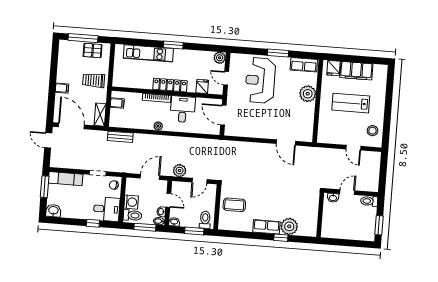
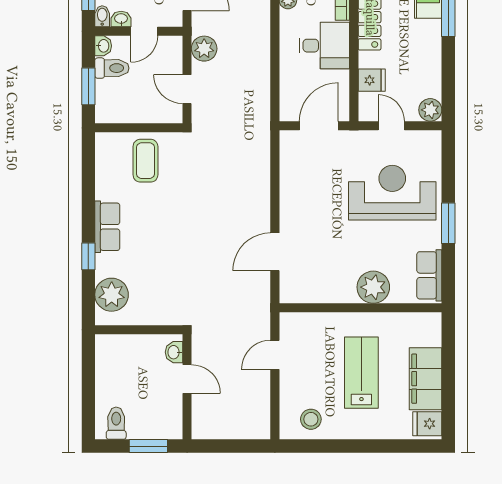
fridge: (333, 68) -> (427, 424), moved
door: (226, 78) -> (391, 126), hinge flipped
door: (353, 148) -> (275, 355), moved
toilet: (369, 201) -> (116, 423), moved
toilet: (205, 220) -> (112, 68), moved
window: (379, 225) -> (148, 446), moved
plant: (289, 226) -> (112, 295), moved

